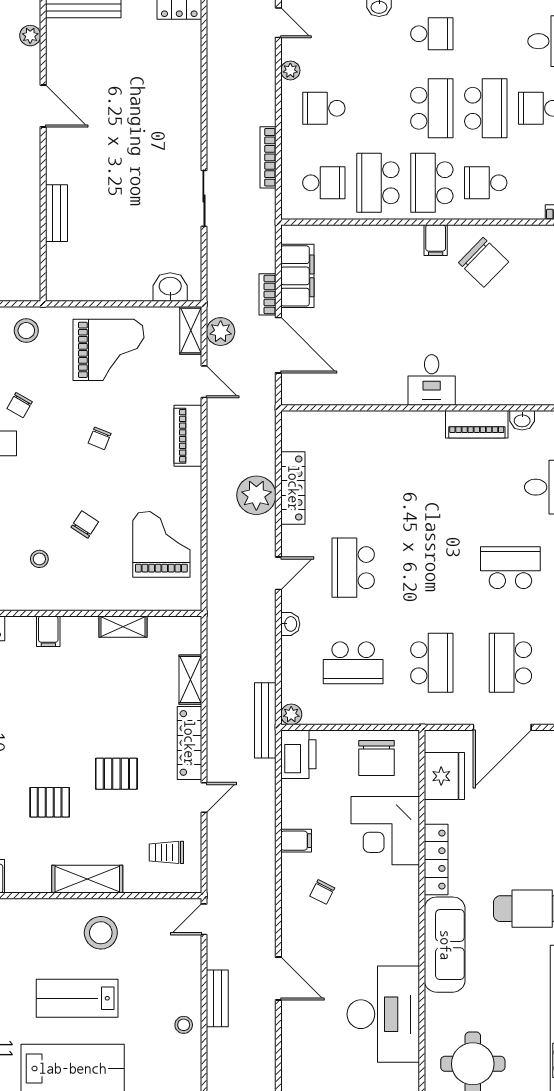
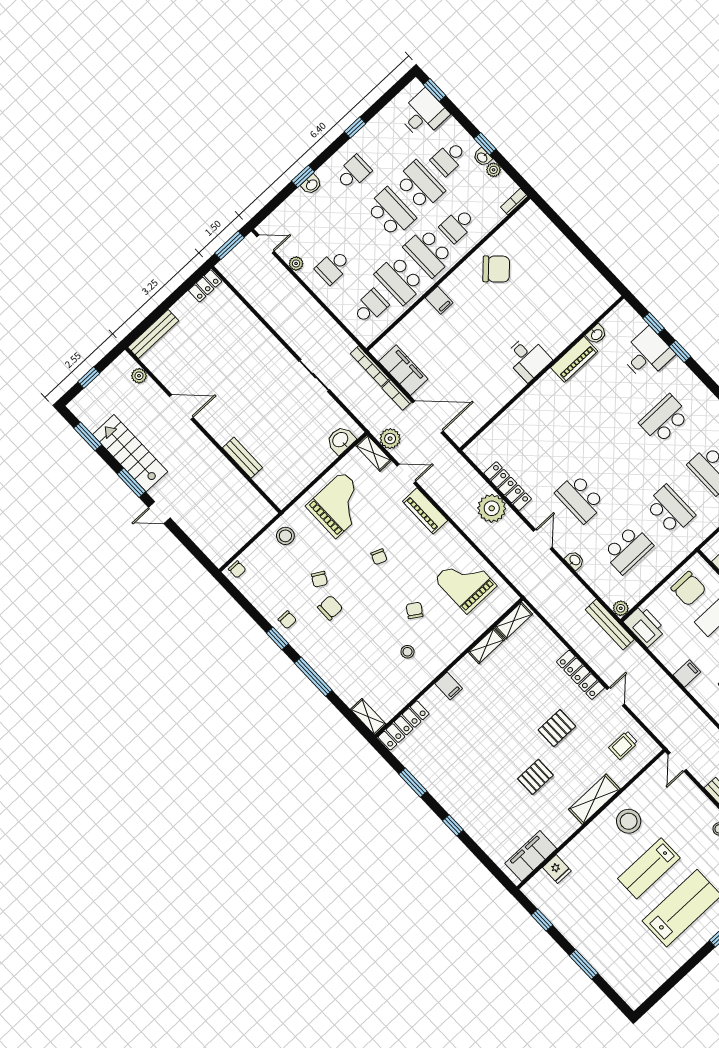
bookcase: (268, 157) -> (370, 366), moved
filing cabinet: (436, 240) -> (439, 300), moved
shelving: (190, 680) -> (514, 621), moved, turned 90

